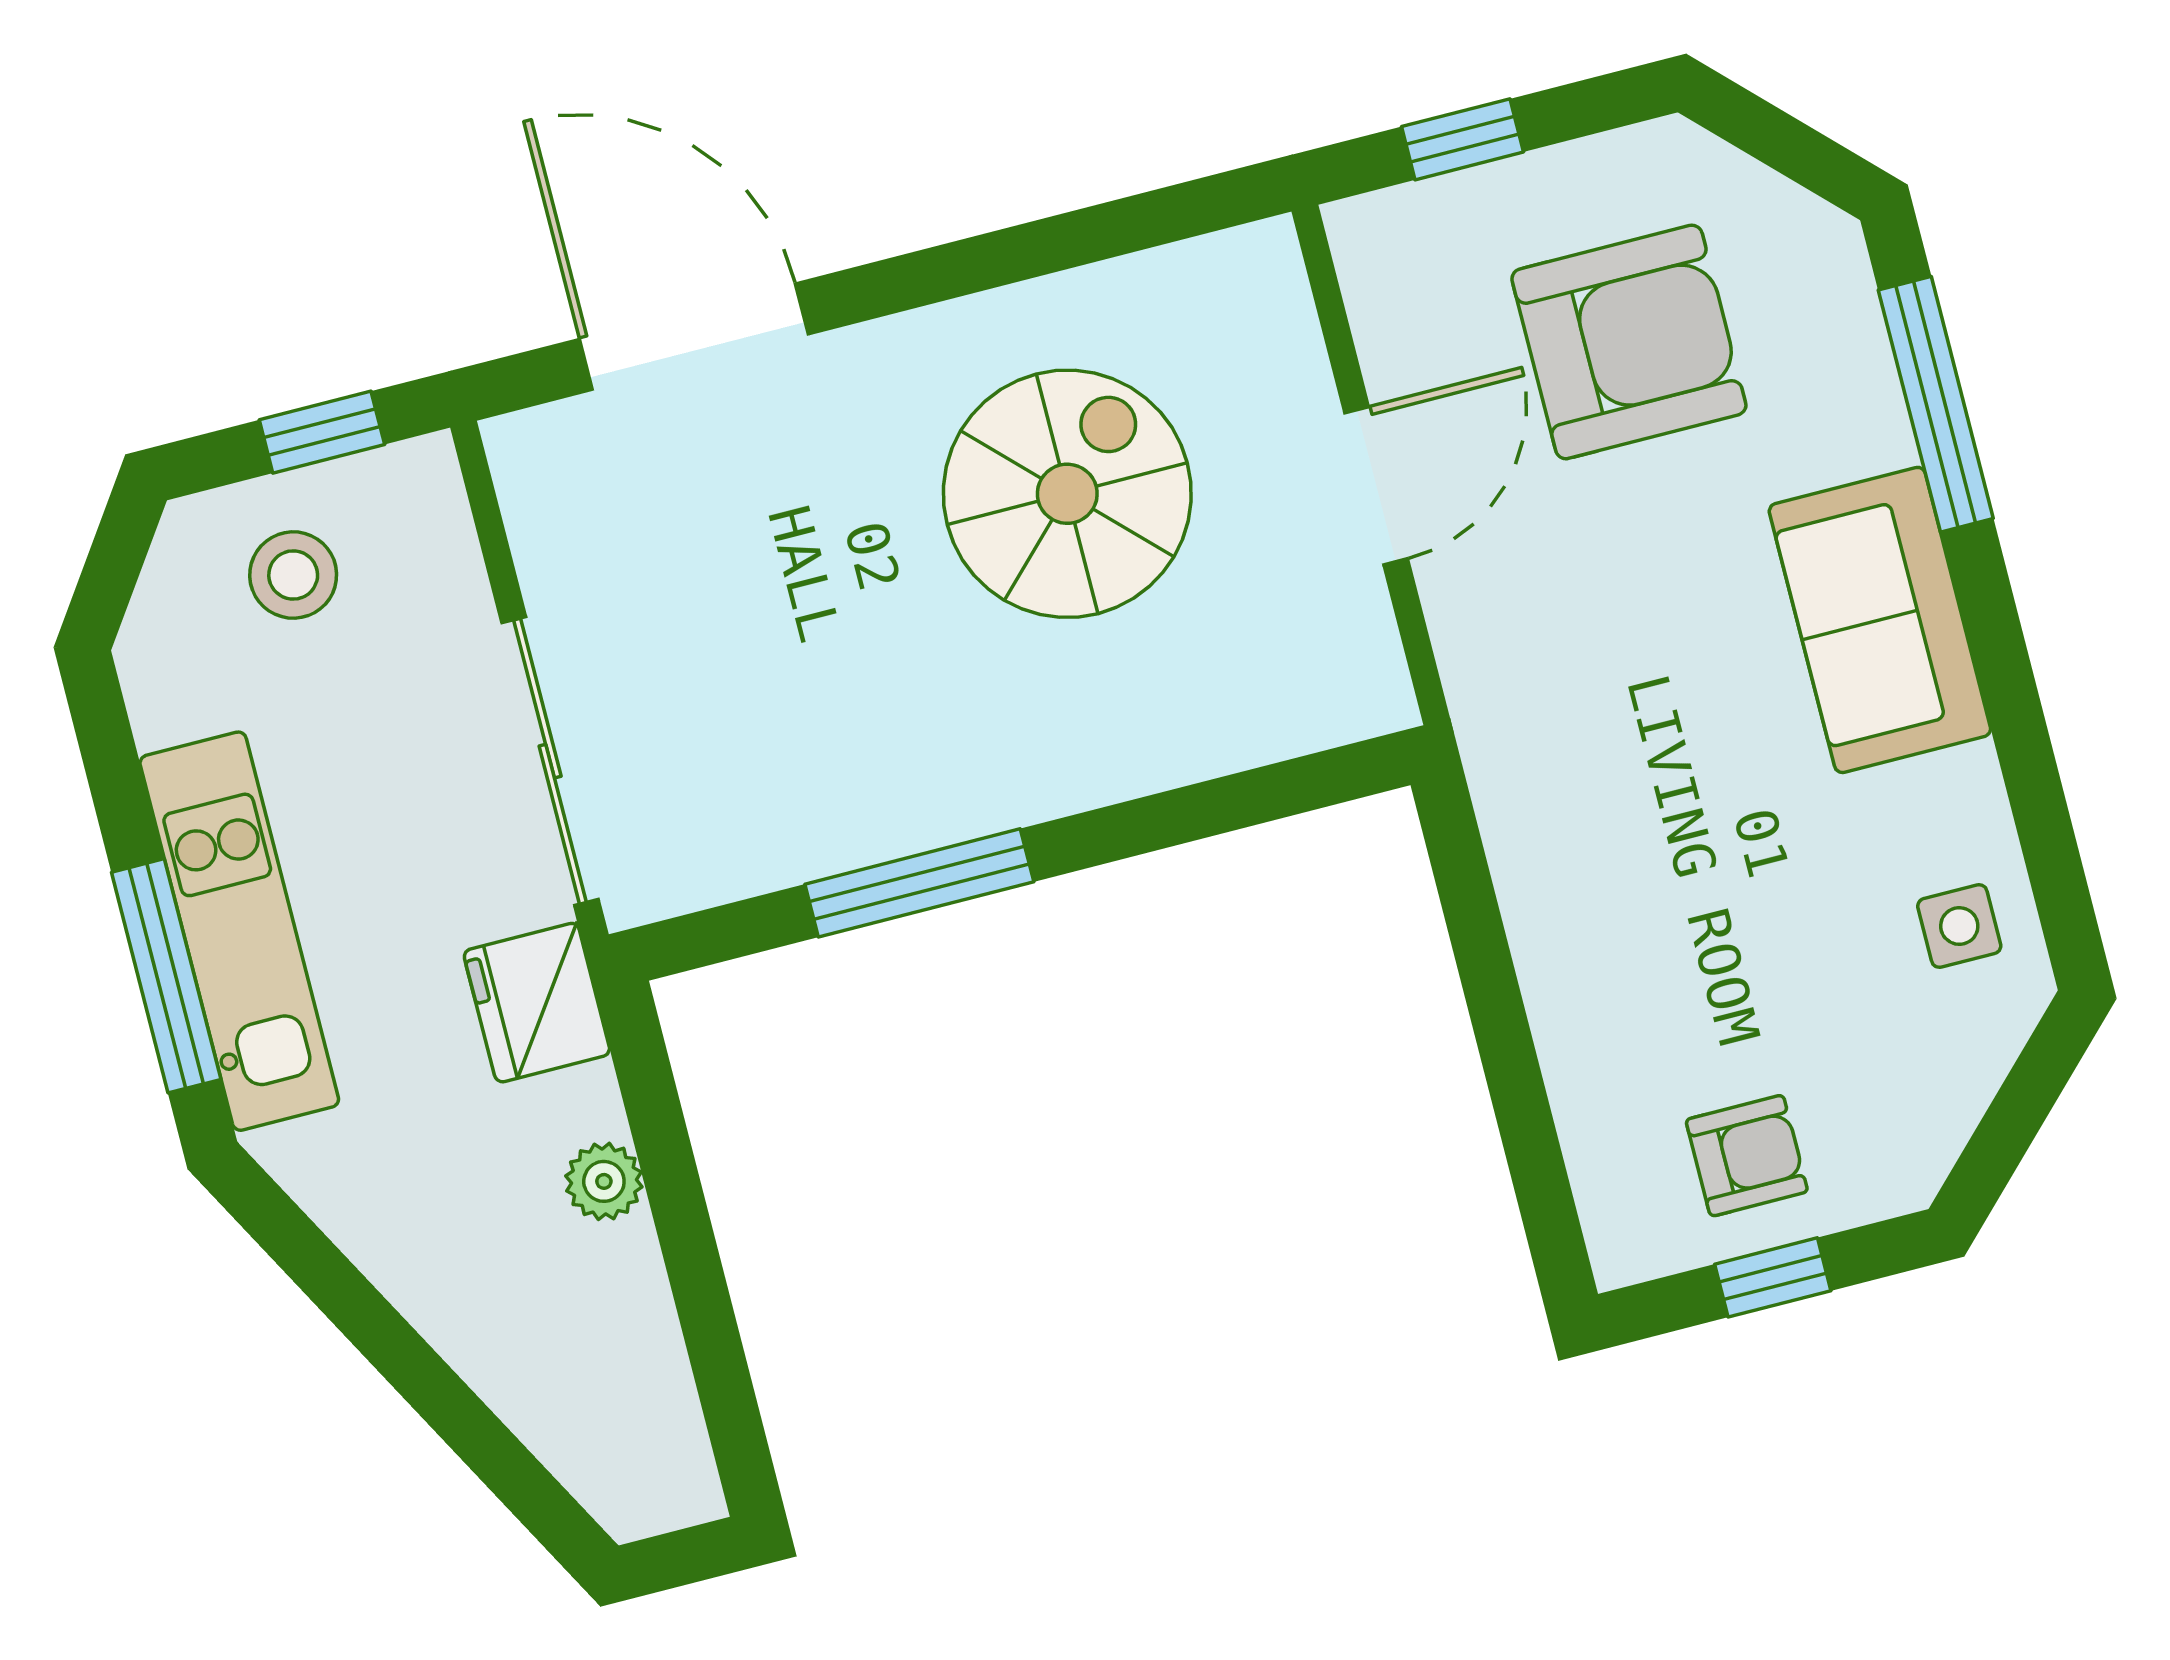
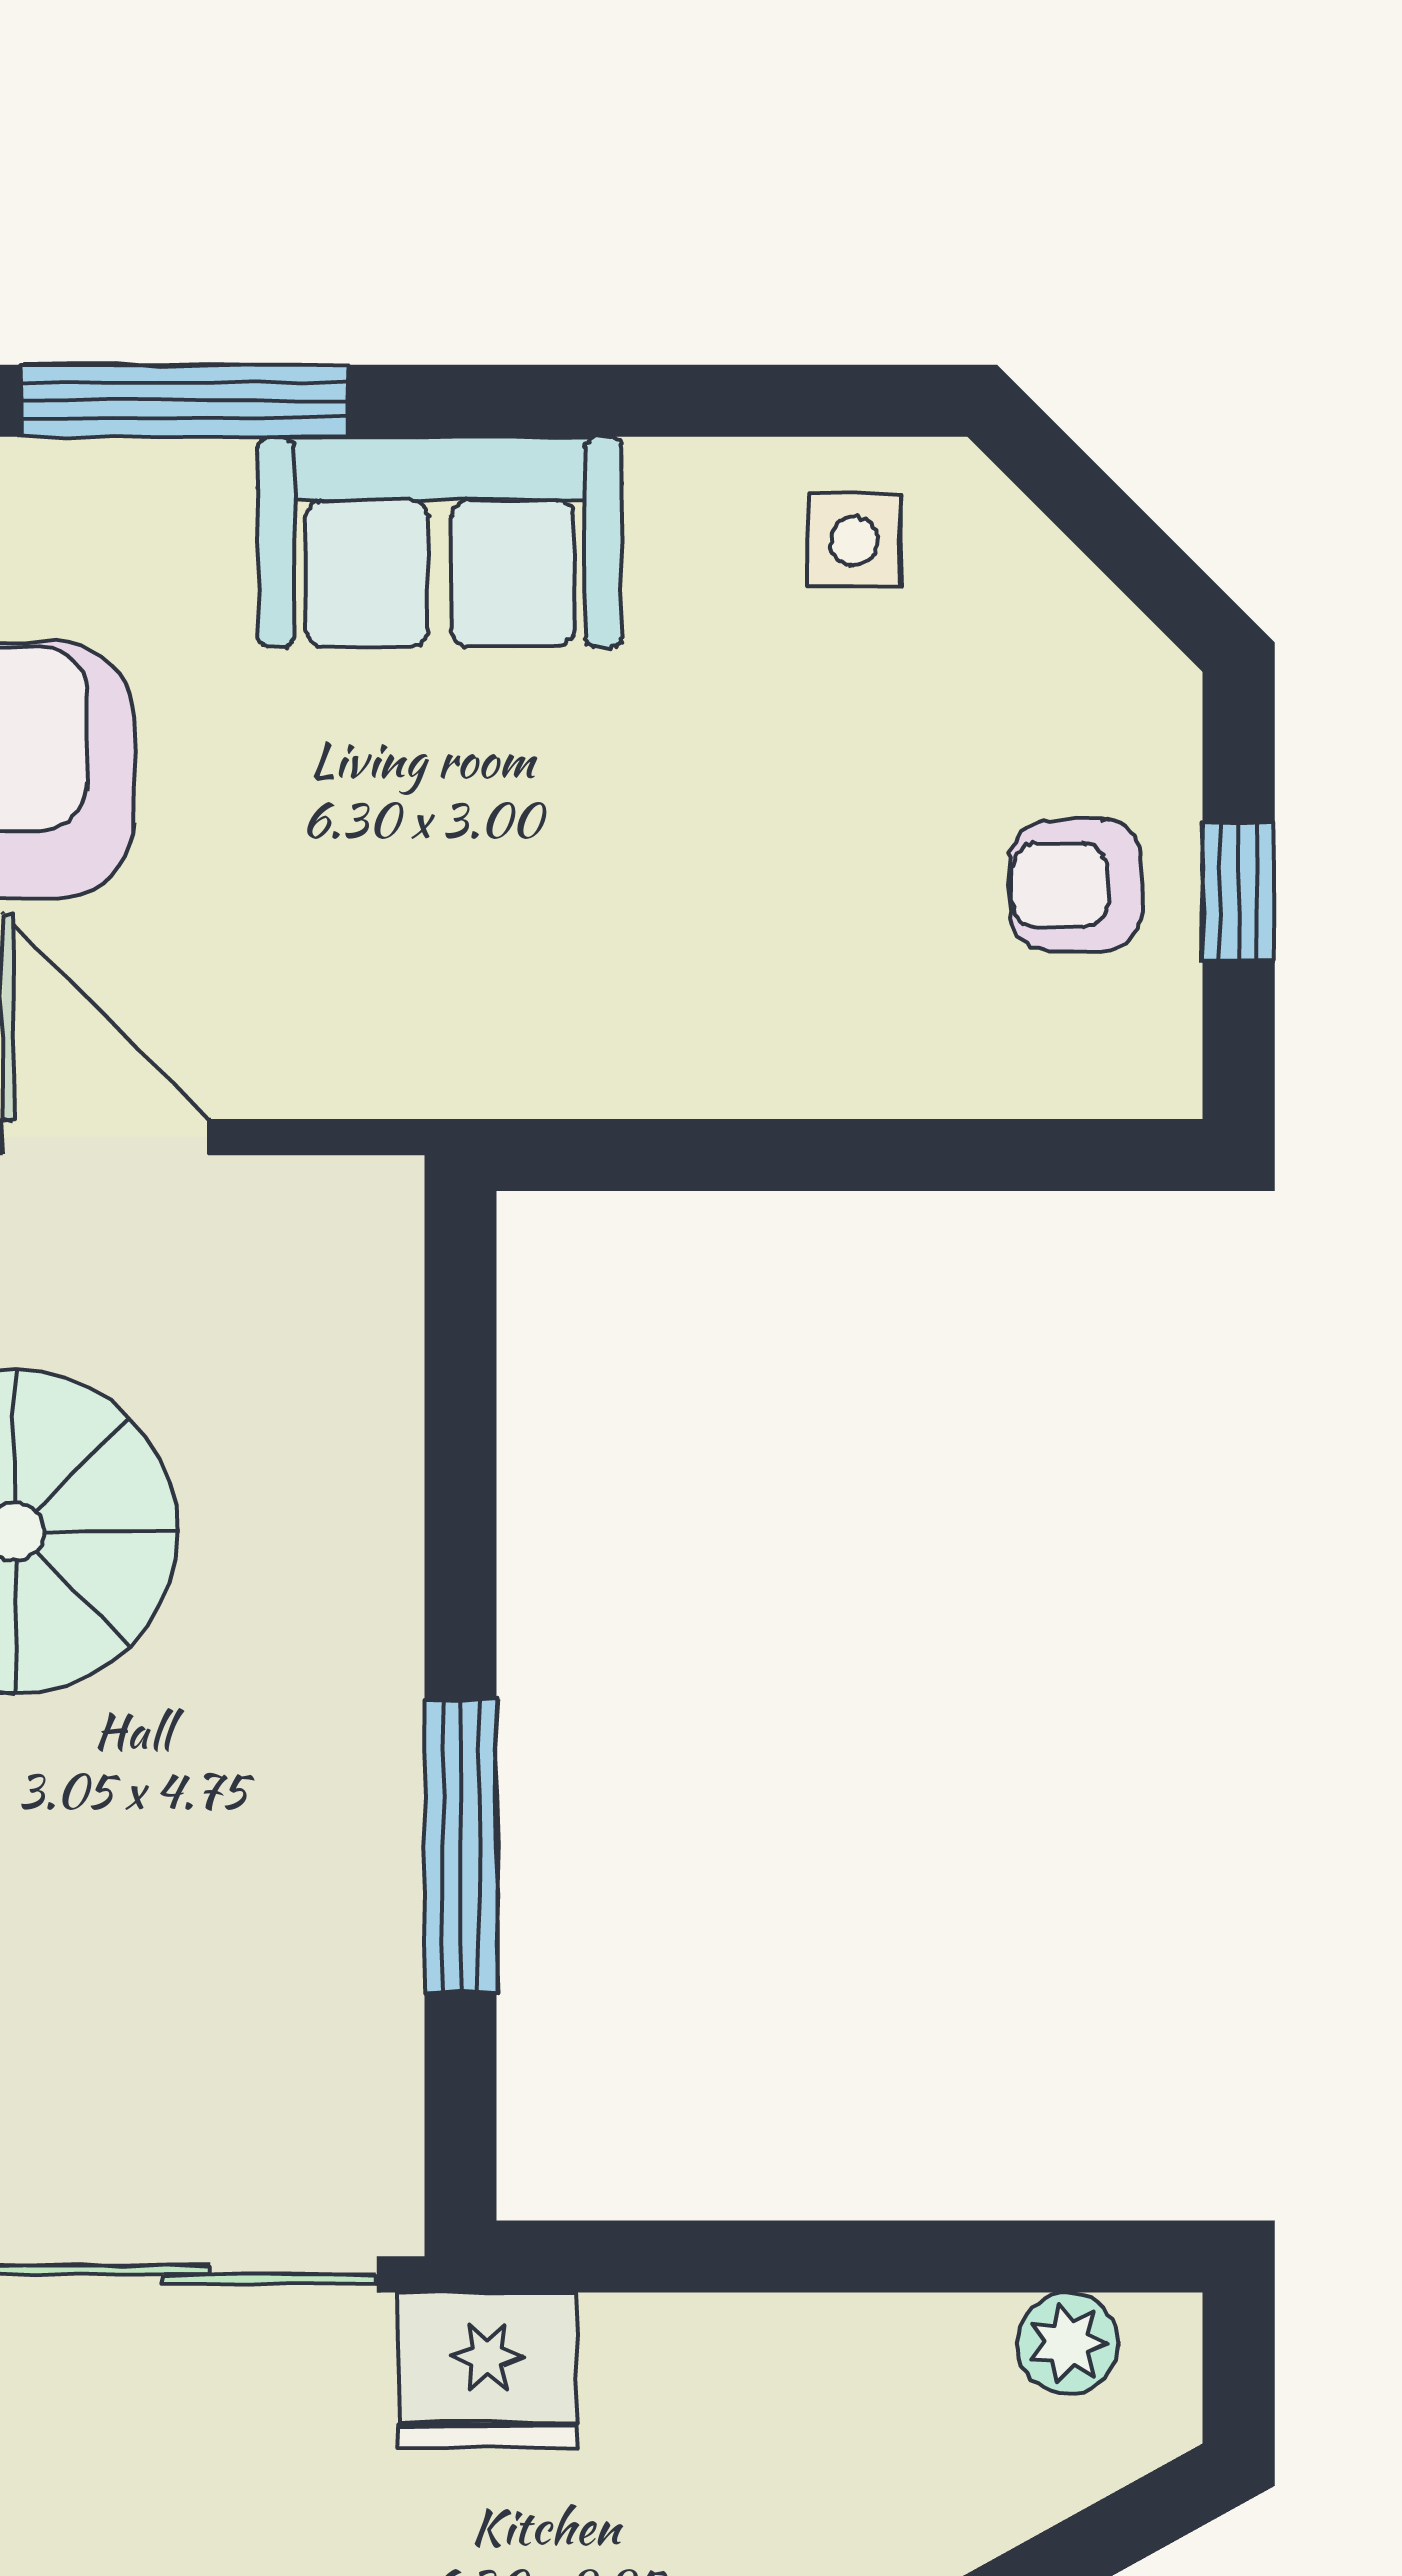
armchair: (1747, 1156) -> (1076, 885), turned -90
plant: (604, 1181) -> (1068, 2343), moved

